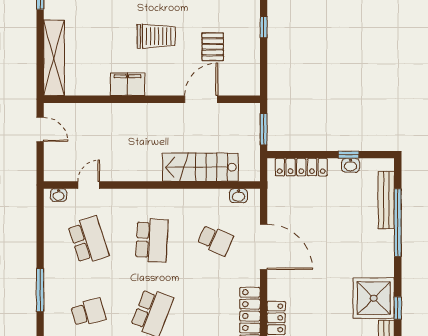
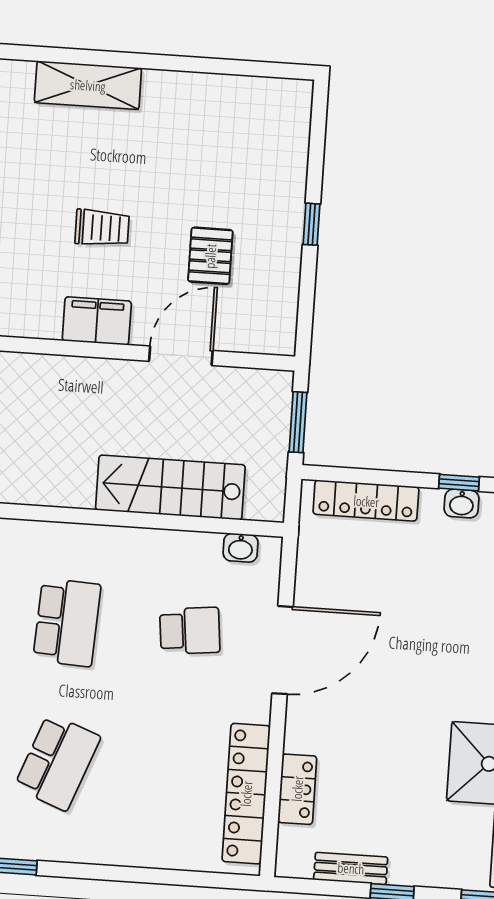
trolley: (156, 36) -> (102, 228), width x0.73, depth x0.72
filing cabinet: (128, 84) -> (97, 321), moved
school desk: (215, 240) -> (190, 631), turned -30
door: (264, 247) -> (282, 650), hinge flipped

